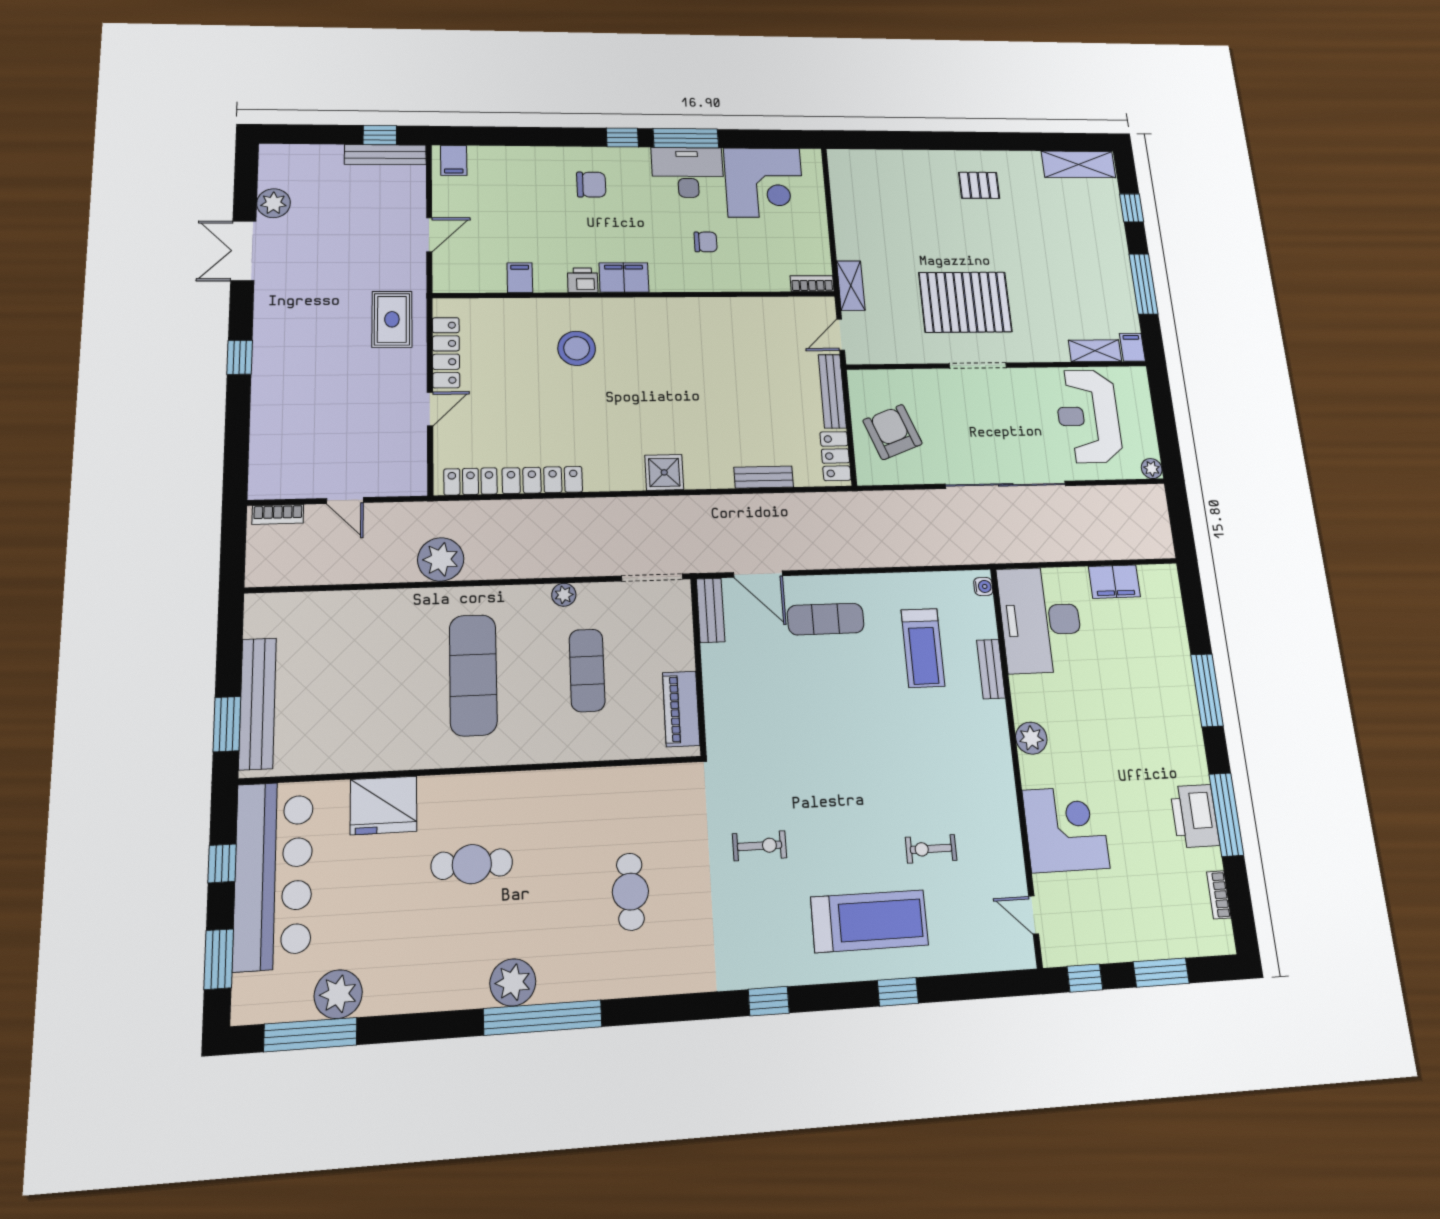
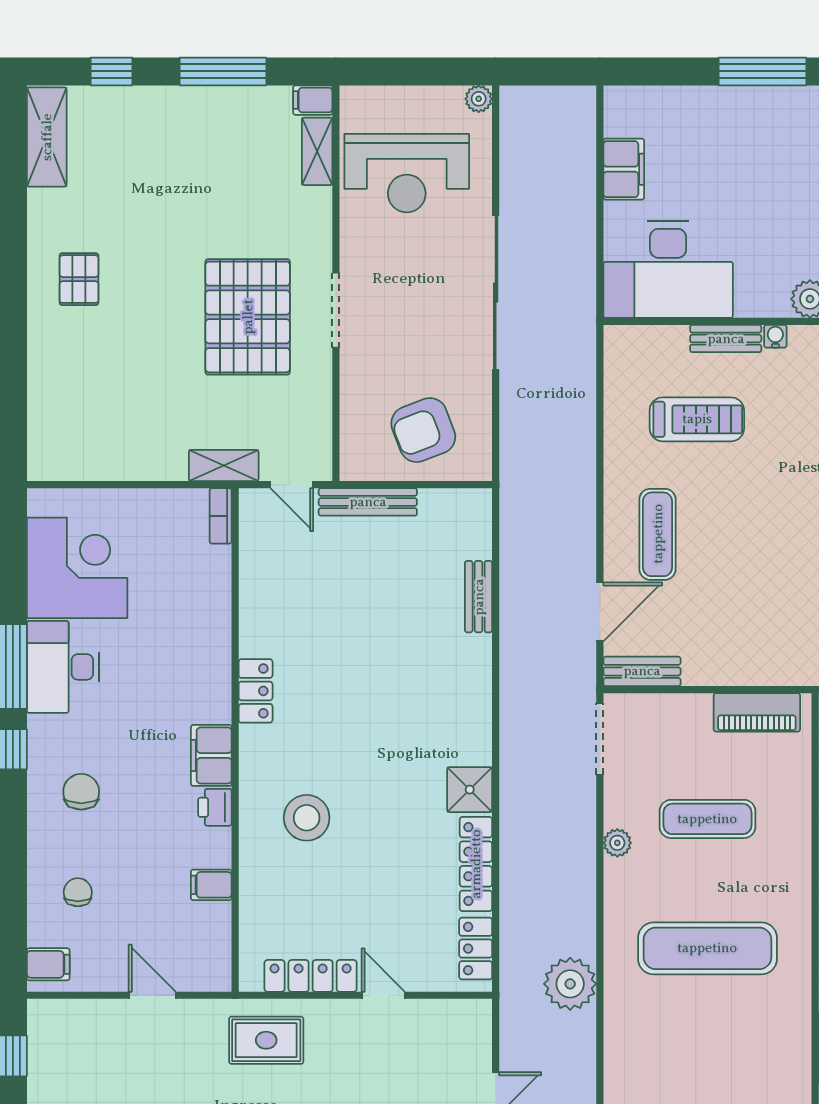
bench: (385, 155) -> (41, 1049), removed
chair: (706, 242) -> (78, 892), moved
locker: (835, 456) -> (256, 691), moved, turned -90
shower: (664, 472) -> (470, 790), moved
water cooler: (983, 586) -> (775, 336), moved

